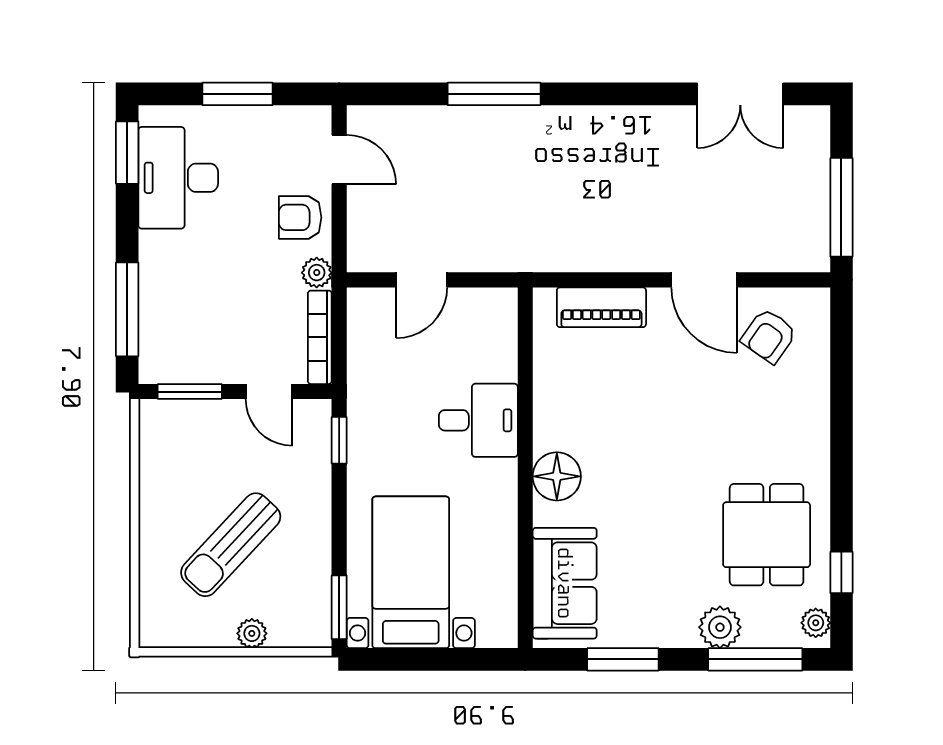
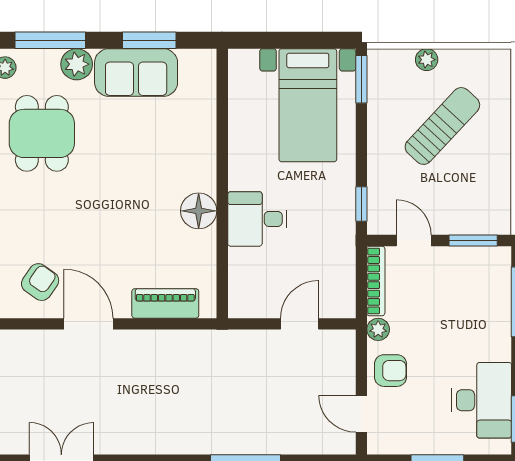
floor lamp: (557, 476) -> (199, 211), moved
sofa: (565, 583) -> (136, 73), moved, turned -90

